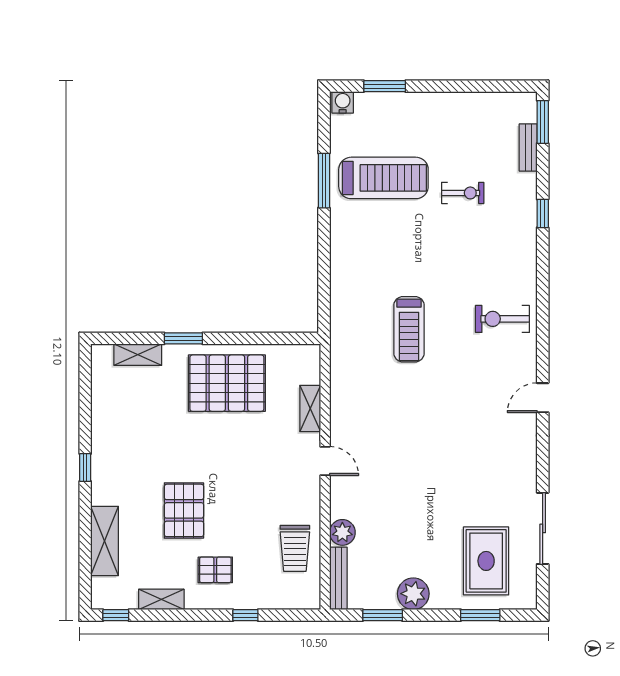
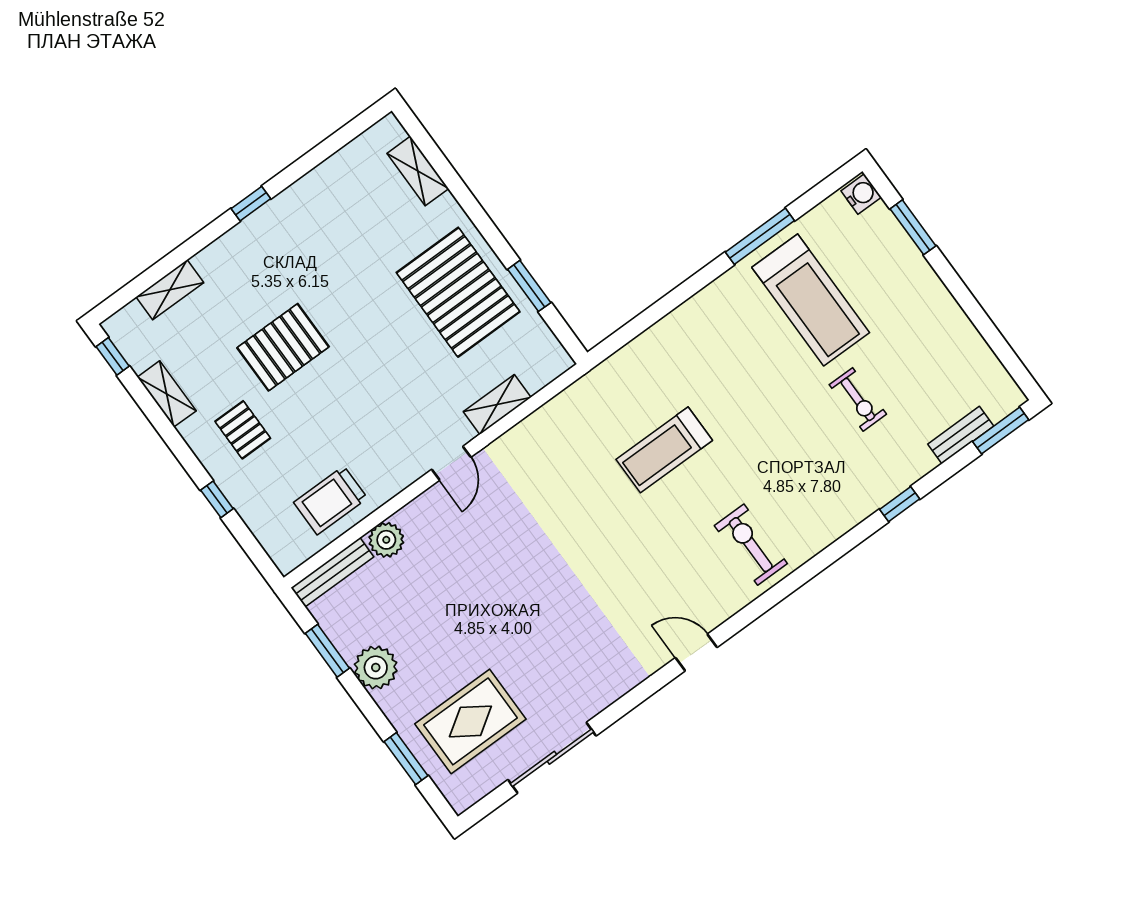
window: (183, 338) -> (529, 286), moved
shelving: (105, 541) -> (170, 290), width x0.67, depth x0.75

